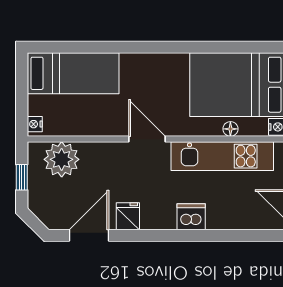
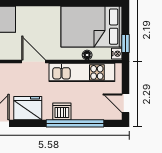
fridge: (128, 216) -> (28, 108), width x1.88, depth x1.34
window: (212, 235) -> (75, 123), added

